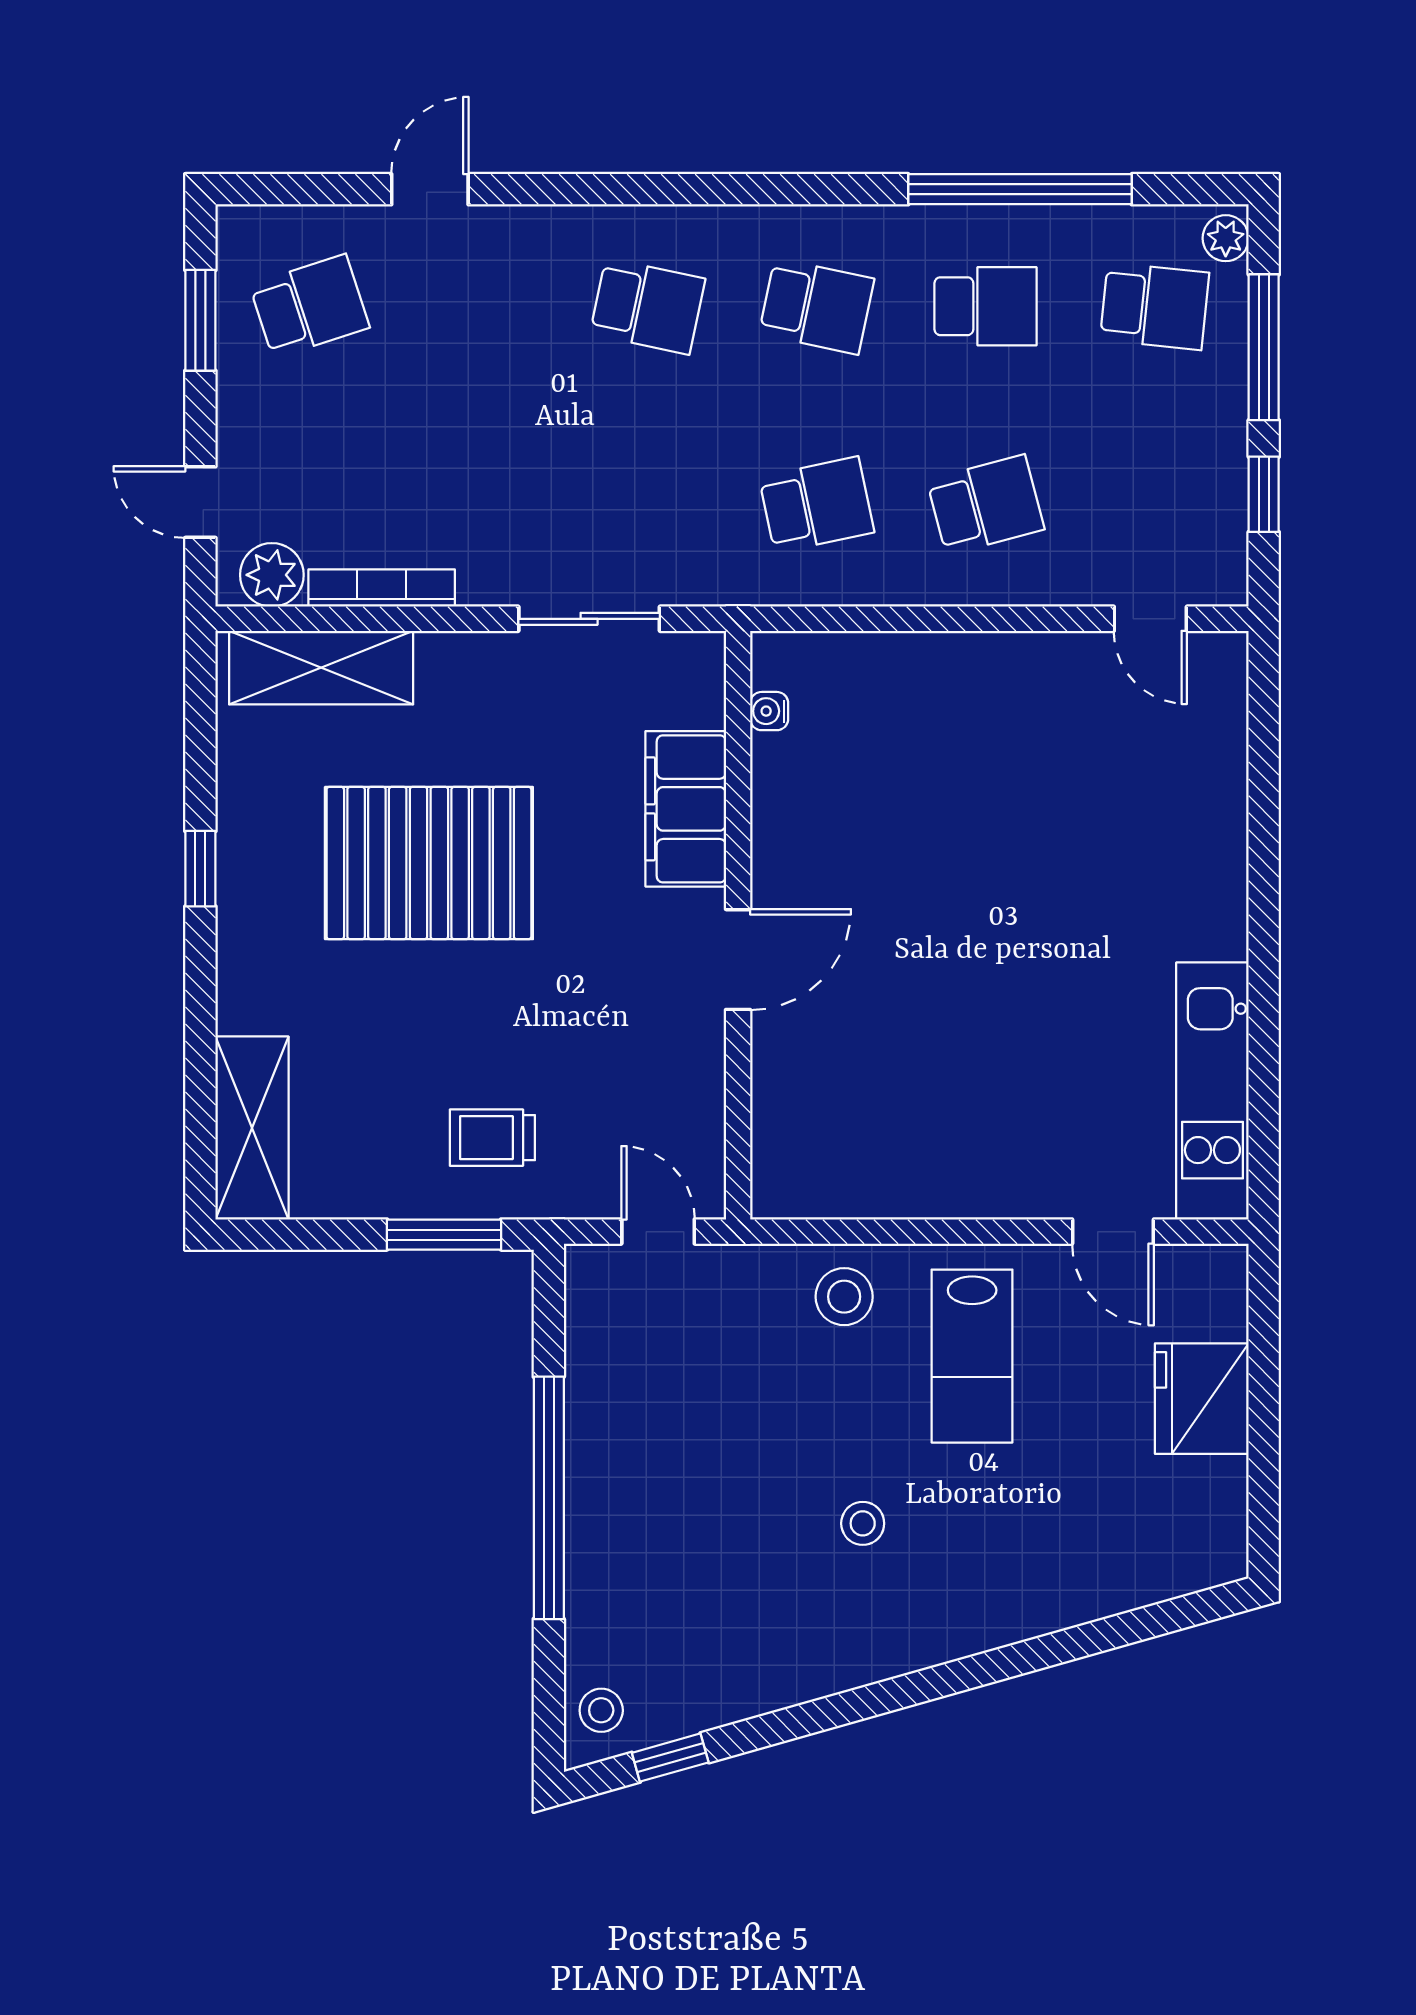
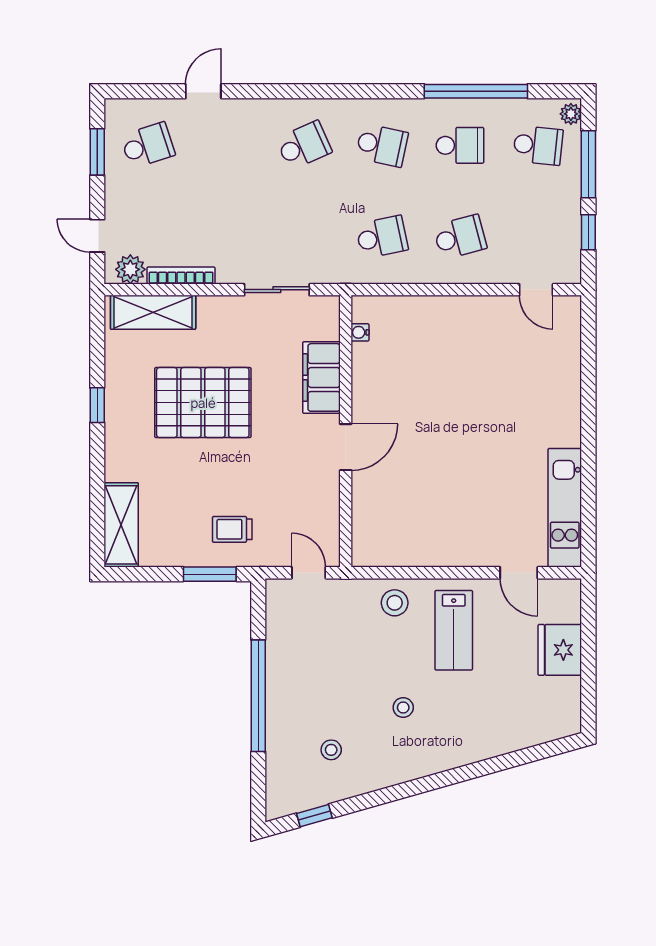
school desk: (648, 306) -> (304, 145), turned -36
stool: (601, 1710) -> (331, 750), moved

